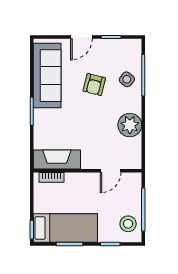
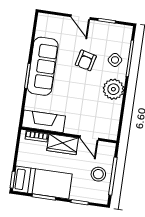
door: (81, 37) -> (80, 17), hinge flipped
sofa: (47, 76) -> (43, 66), moved
plant: (130, 125) -> (113, 89), moved
door: (111, 171) -> (89, 138), hinge flipped
wardrobe: (82, 182) -> (63, 144), added
stool: (128, 224) -> (98, 174), moved

